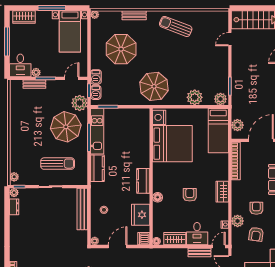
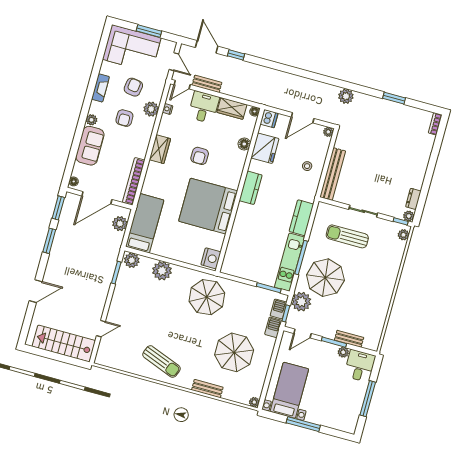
wardrobe: (24, 17) -> (340, 422), removed
bed: (172, 144) -> (208, 206), moved
floor lamp: (158, 197) -> (244, 144), moved

